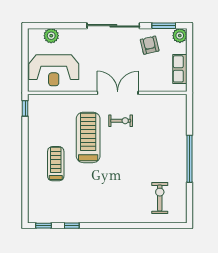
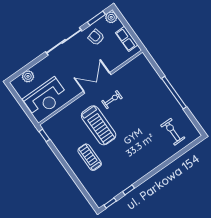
treadmill: (88, 137) -> (99, 125), turned 180

